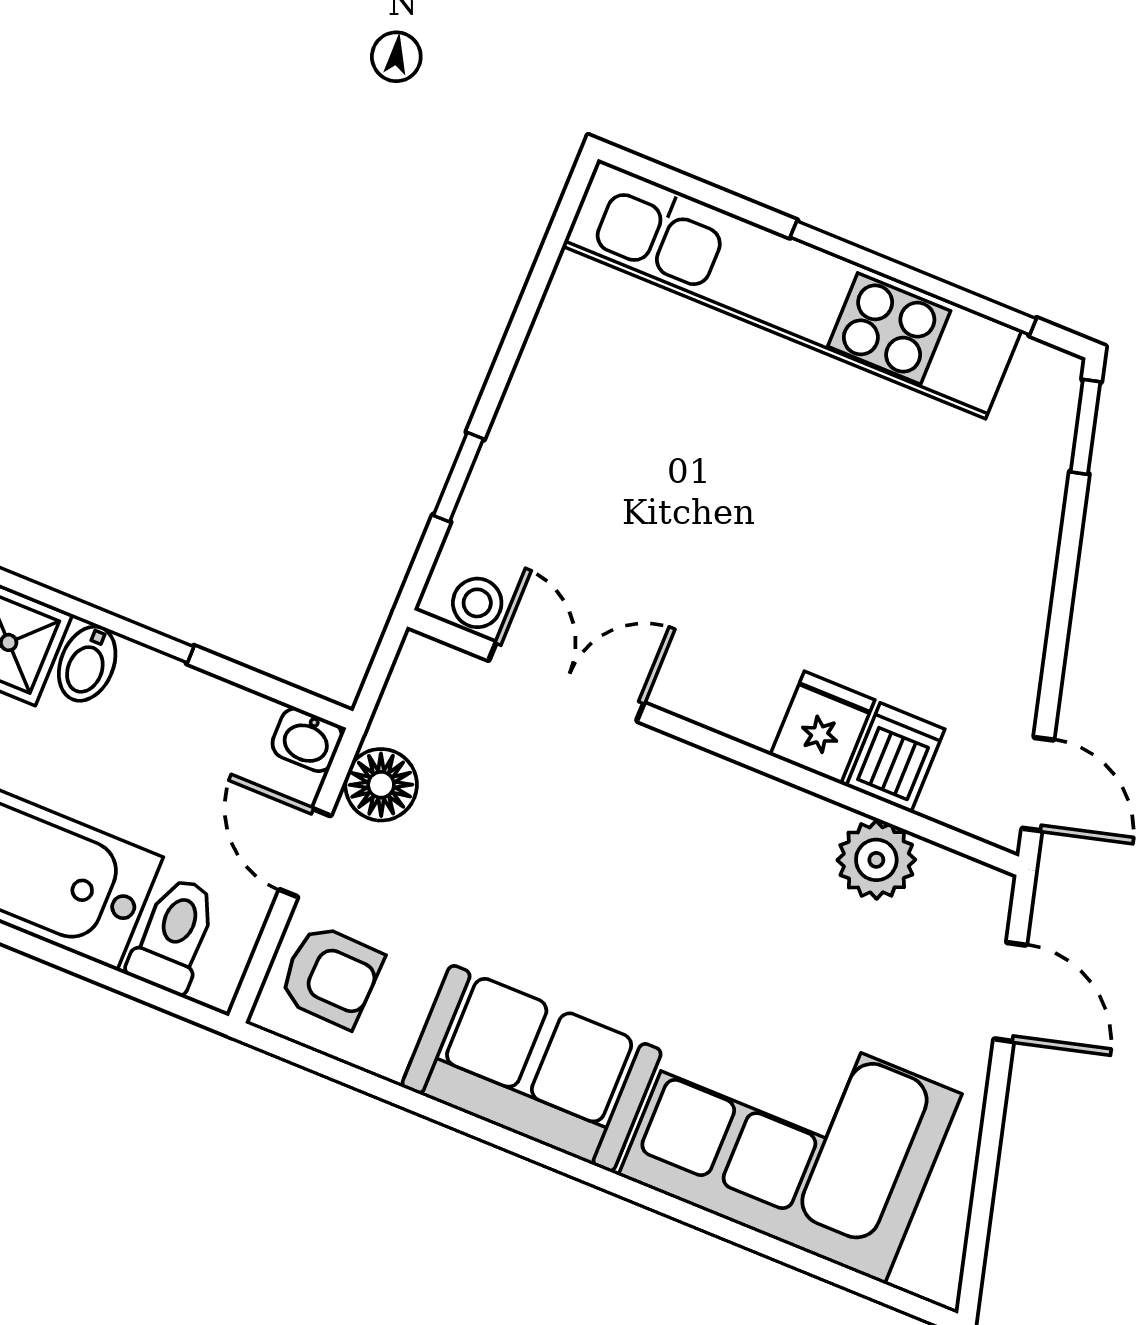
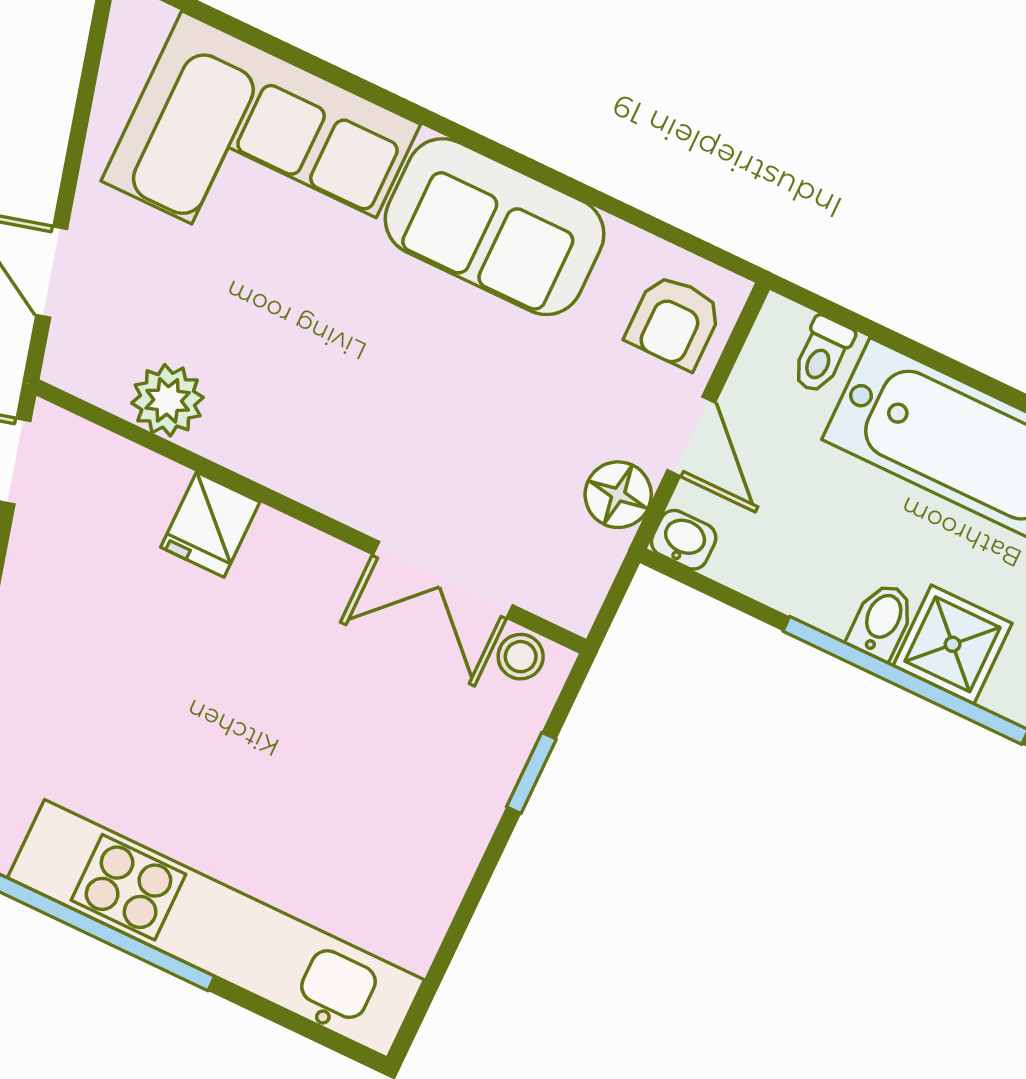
dishwasher: (895, 758) -> (145, 493), removed
toilet: (174, 935) -> (822, 355), width x0.73, depth x0.72
armchair: (331, 976) -> (674, 322), turned -92

